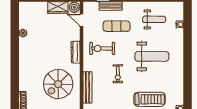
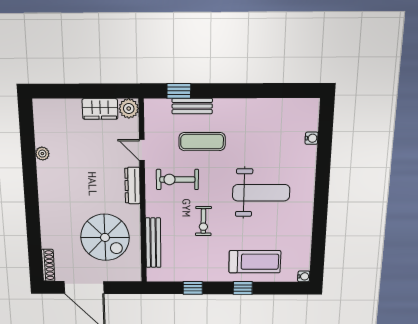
weight bench: (154, 19) -> (267, 130), removed
door: (81, 20) -> (142, 150), moved
spiral stairs: (58, 84) -> (105, 237), turned -90

